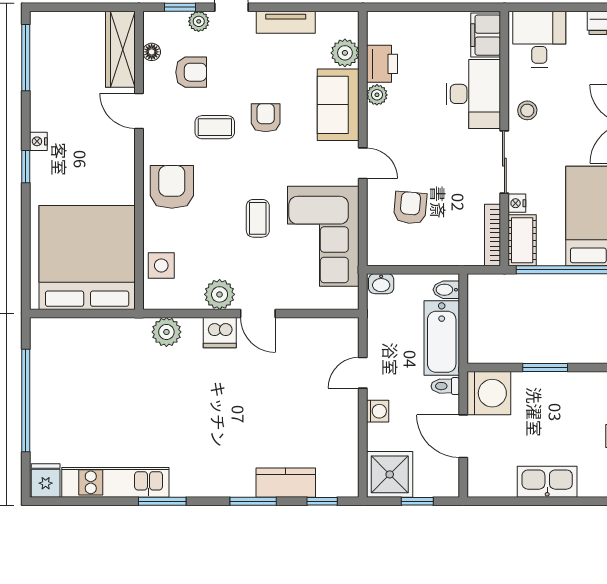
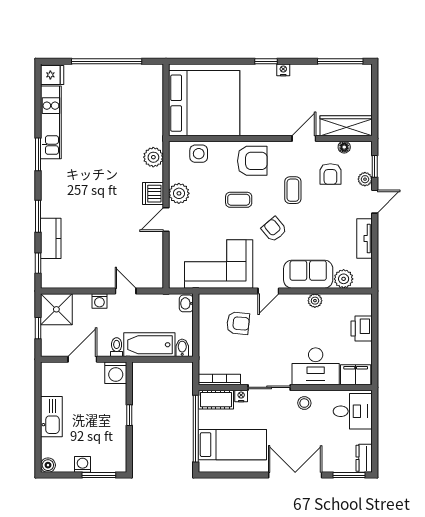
printer: (382, 64) -> (362, 329), moved, turned 90
armchair: (266, 118) -> (274, 229), moved, turned -130
coffee table: (258, 218) -> (239, 200), moved
window: (545, 367) -> (129, 415), width x0.67
washing machine: (489, 393) -> (116, 373), width x0.73, depth x0.73

